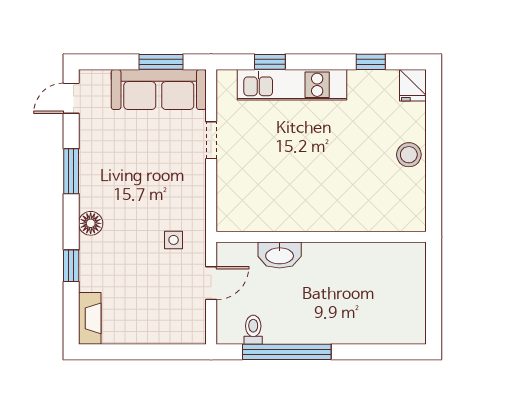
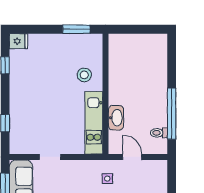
kitchen unit: (292, 85) -> (94, 123), moved, turned 180
stool: (409, 155) -> (84, 75), moved
window: (434, 186) -> (76, 29), added

